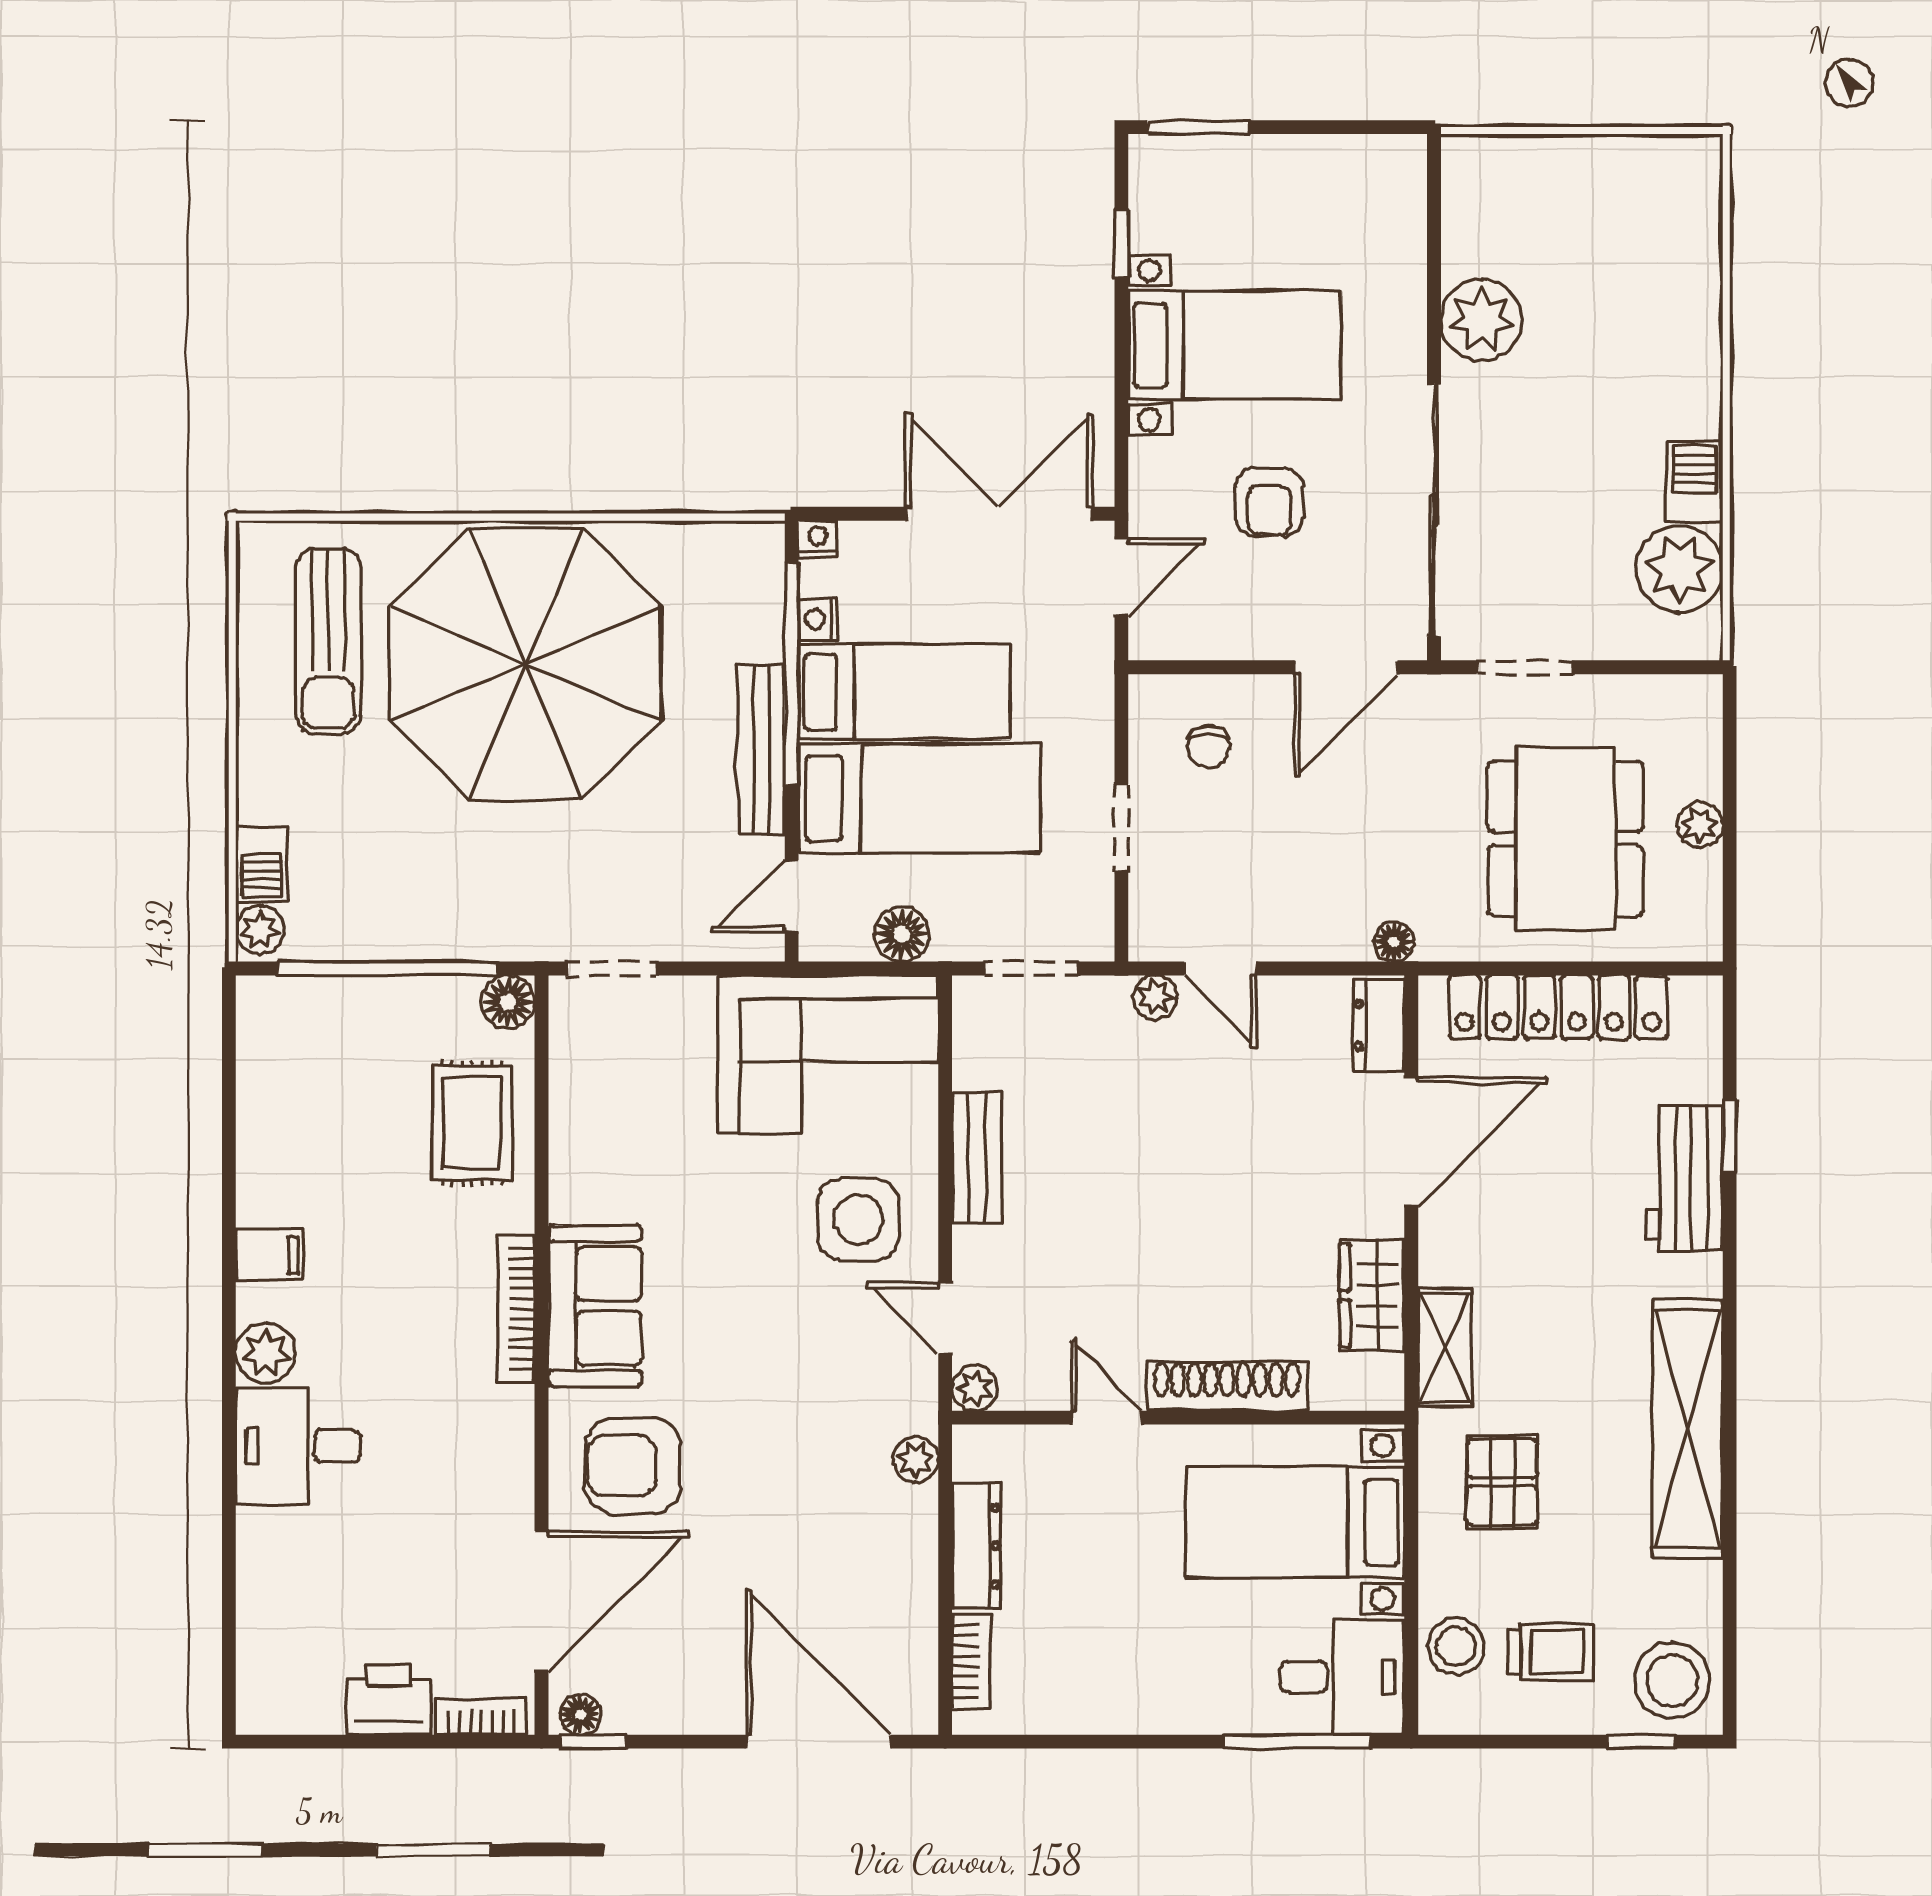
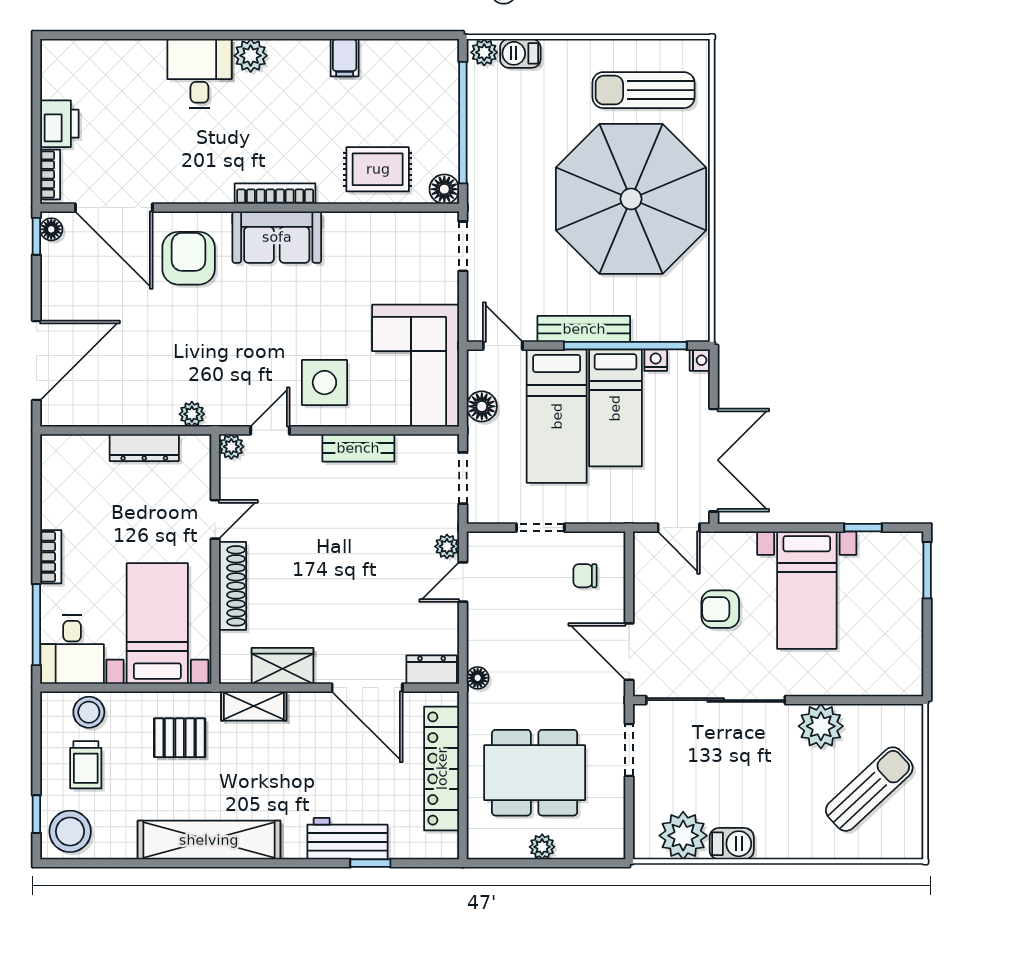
sun lounger: (1595, 232) -> (869, 789), added
filing cabinet: (270, 1255) -> (345, 58), moved
bookcase: (971, 1661) -> (51, 557), moved, turned -90

